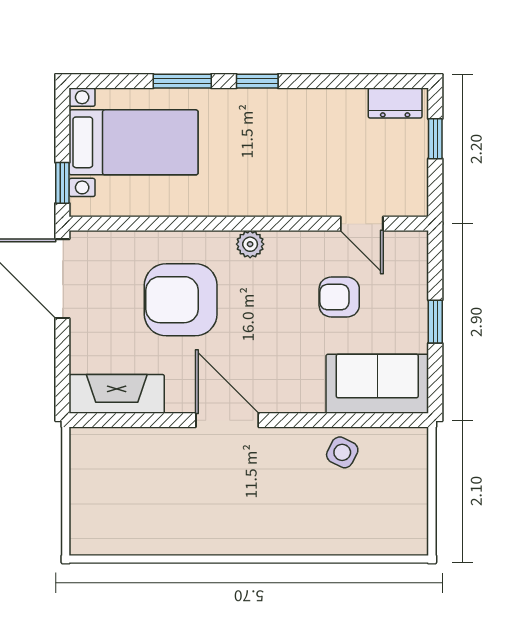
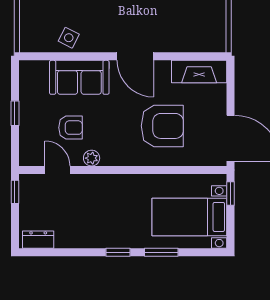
window: (435, 139) -> (15, 192), moved
plant: (250, 244) -> (92, 158), moved
sofa: (377, 384) -> (79, 77), moved

